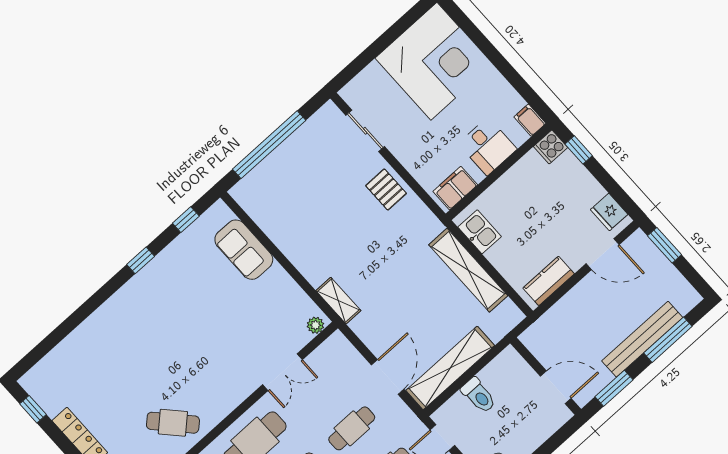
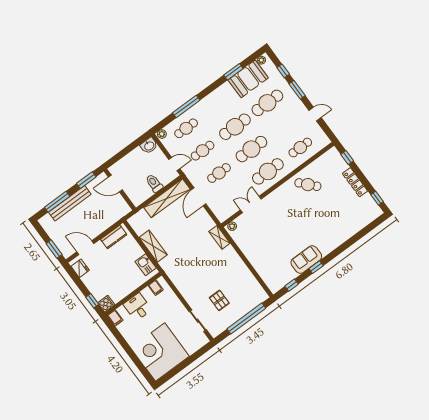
filing cabinet: (455, 188) -> (156, 288), width x0.50
pallet: (386, 189) -> (219, 300), moved
sofa: (244, 250) -> (306, 259), moved, turned -90
shelving: (468, 270) -> (153, 246), width x0.68

